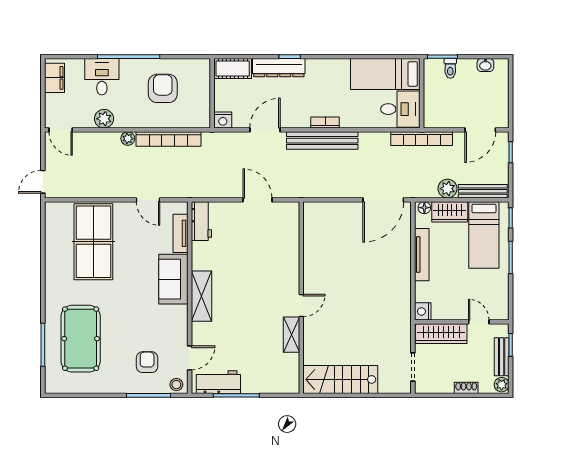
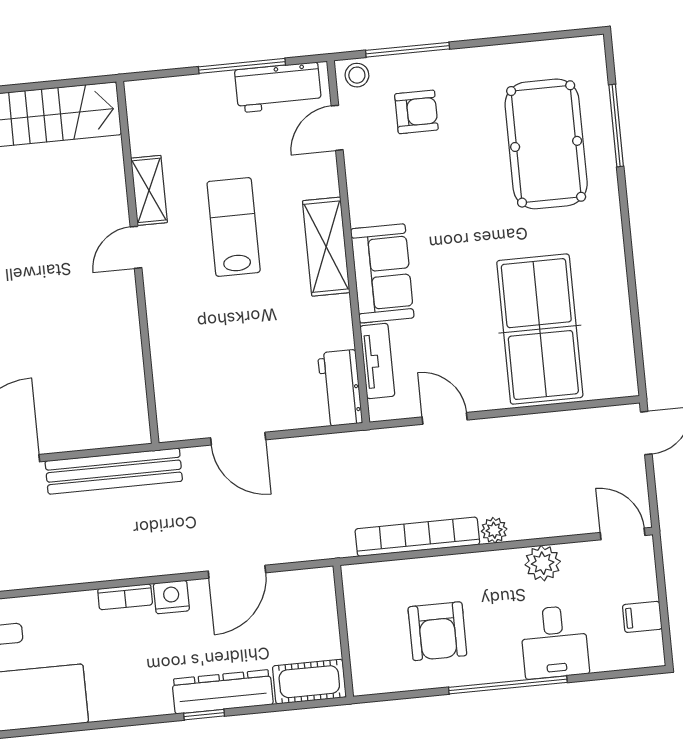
filing cabinet: (55, 78) -> (642, 617), width x0.50
nightstand: (223, 120) -> (171, 597), moved
bench: (322, 141) -> (114, 471), moved
lab bench: (249, 311) -> (234, 227), added
armchair: (147, 362) -> (416, 112), turned -90

